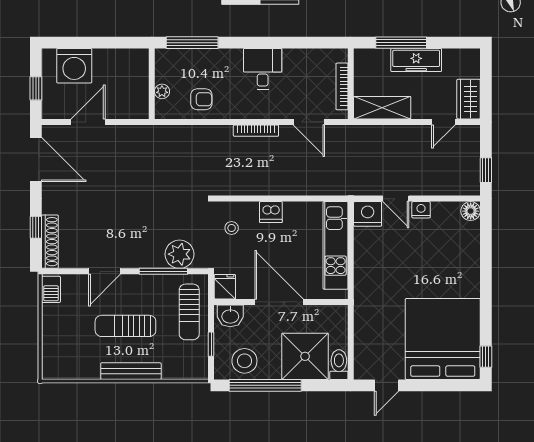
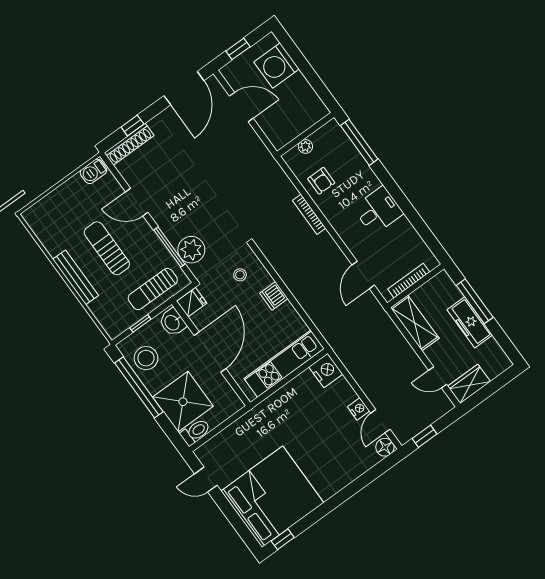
bookcase: (256, 131) -> (309, 214), moved
door: (396, 199) -> (380, 421), moved

